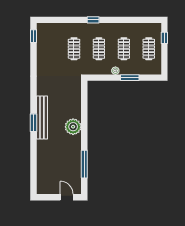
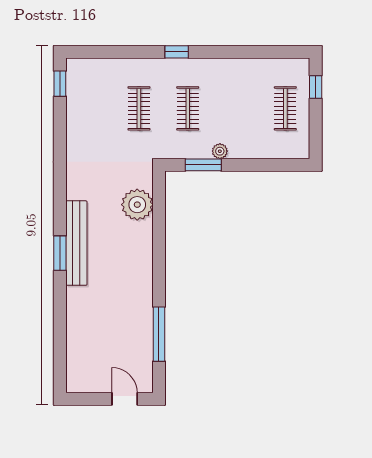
clothes rail: (124, 49) -> (237, 108), removed
window: (130, 78) -> (203, 165), moved
plant: (73, 127) -> (137, 205), moved

